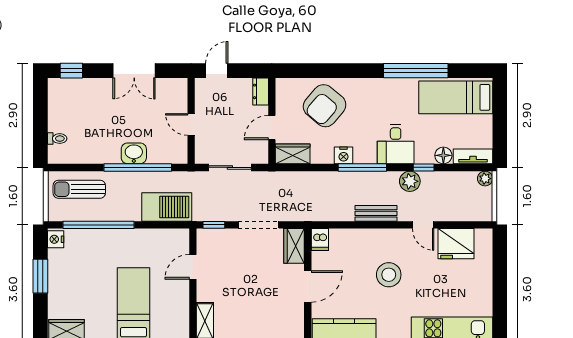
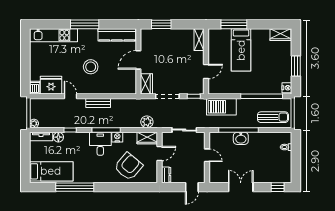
desk: (396, 144) -> (100, 144), moved
plant: (410, 181) -> (147, 122), moved
dishwasher: (320, 240) -> (35, 88), moved

